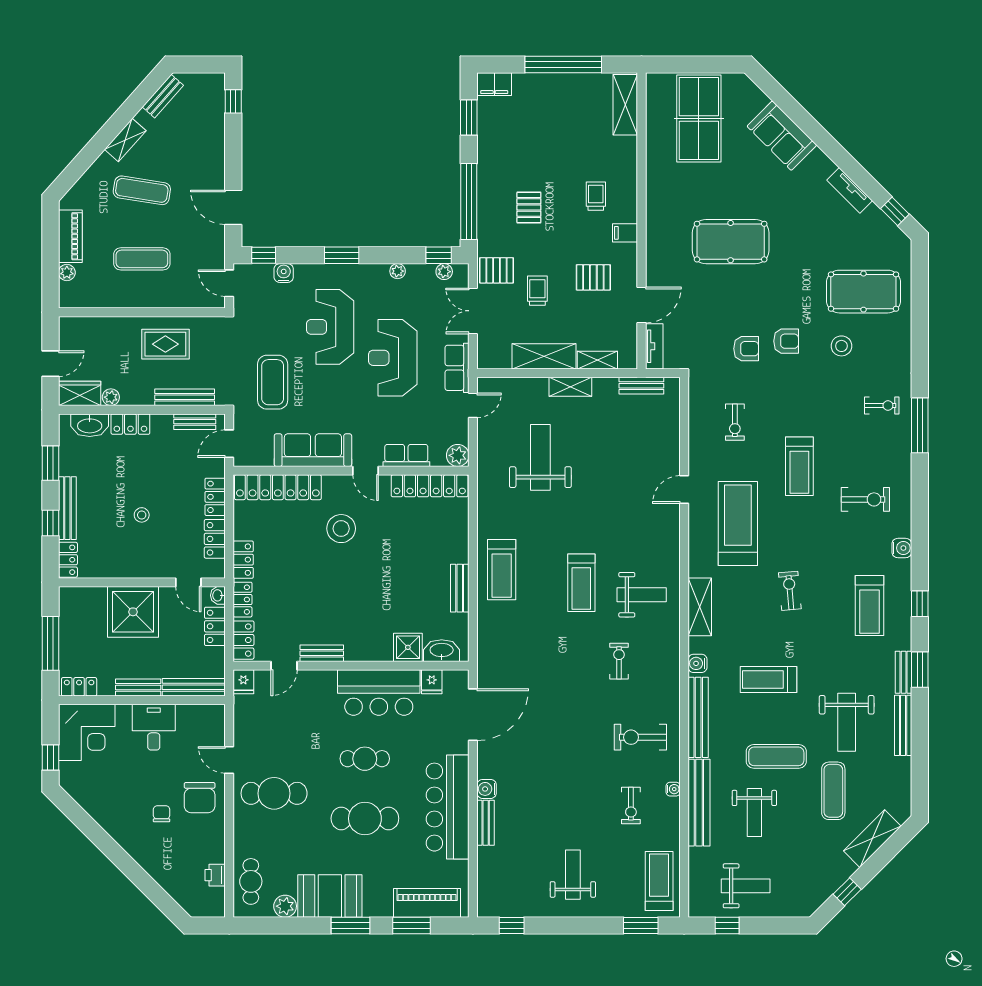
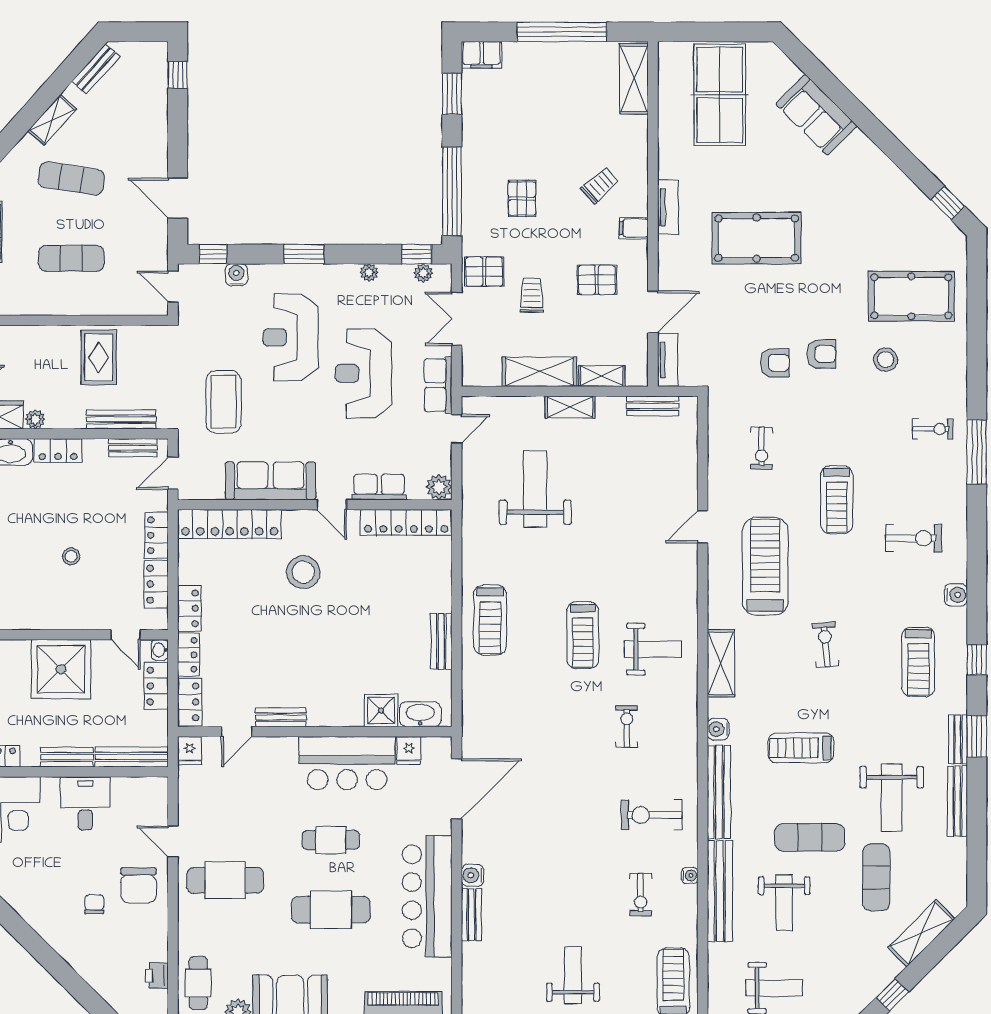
tv unit: (850, 190) -> (668, 207), moved, turned -135
trolley: (596, 196) -> (600, 185), turned 48
rug: (165, 344) -> (99, 357), turned 90

